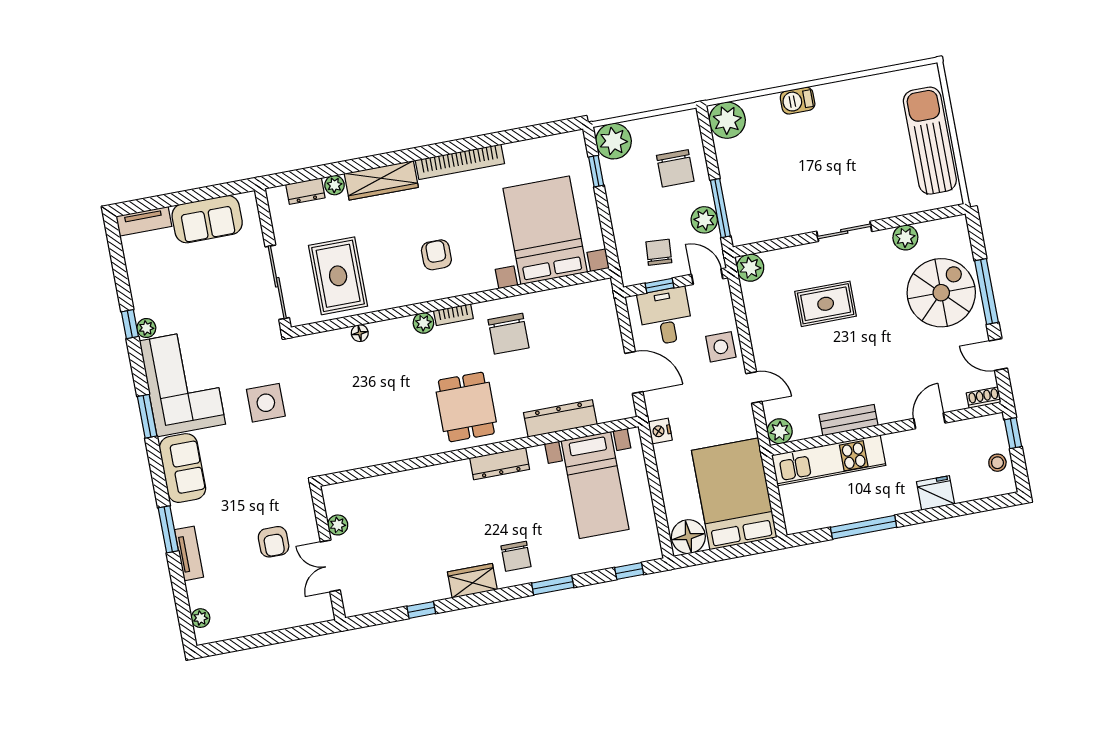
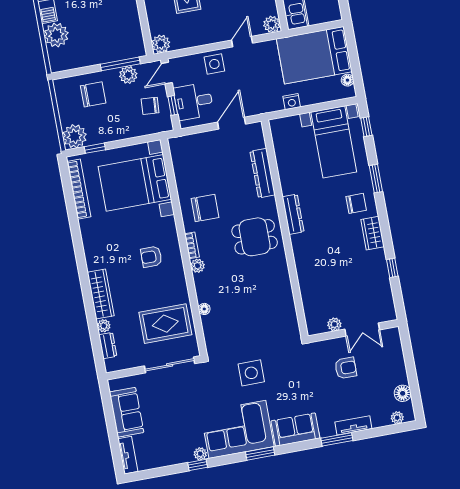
plant: (727, 120) -> (56, 35), moved
bookcase: (460, 162) -> (79, 189), moved
nightstand: (660, 431) -> (292, 102), moved
bed with nightstands: (595, 485) -> (334, 142), moved, turned 90
floor lamp: (688, 537) -> (347, 80), width x0.53, depth x0.53
floor lamp: (236, 626) -> (403, 393), added

